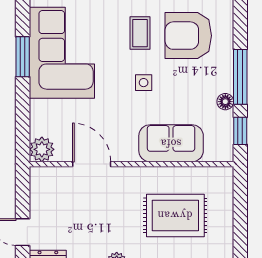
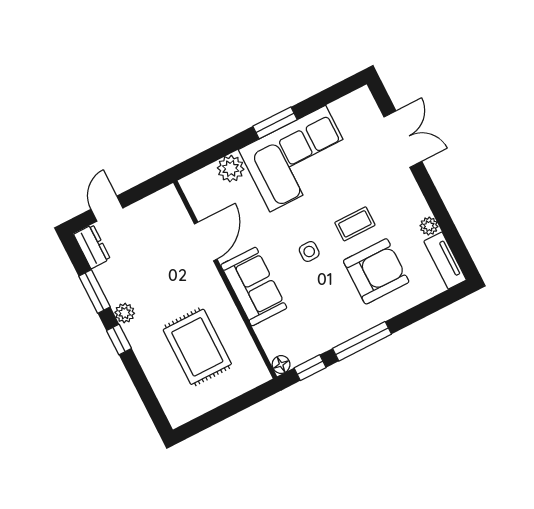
armchair: (188, 36) -> (376, 271), turned 90
floor lamp: (225, 102) -> (281, 364), moved
sofa: (171, 143) -> (254, 286), moved
plant: (42, 149) -> (231, 169), moved

